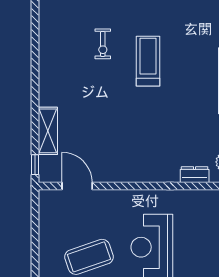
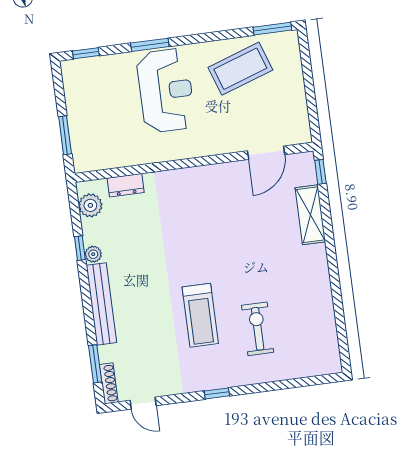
exercise bike: (103, 44) -> (258, 329), width x1.38, depth x1.39
door: (77, 186) -> (266, 153), hinge flipped

